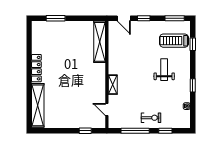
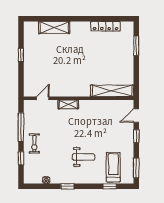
locker: (36, 68) -> (105, 26), moved
shelving: (38, 105) -> (54, 27), width x0.68
window: (85, 131) -> (21, 55), moved

